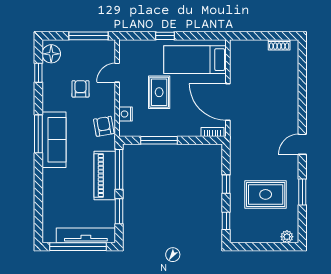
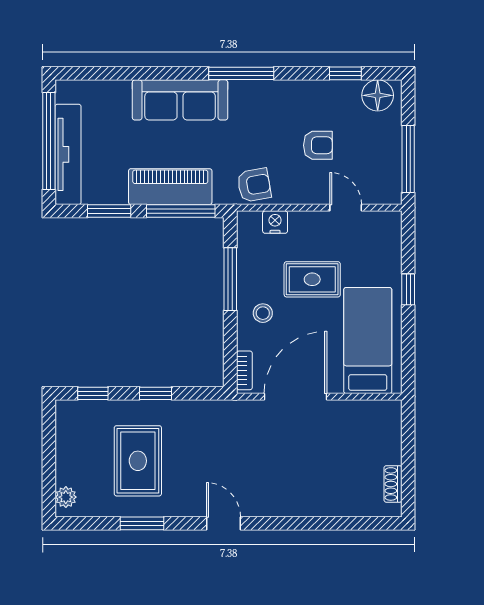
stool: (179, 121) -> (263, 313), added
sofa: (54, 140) -> (180, 100), moved

